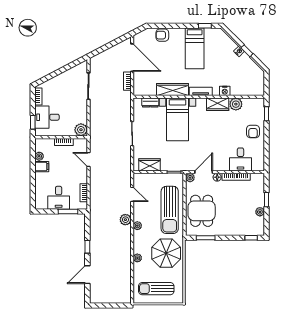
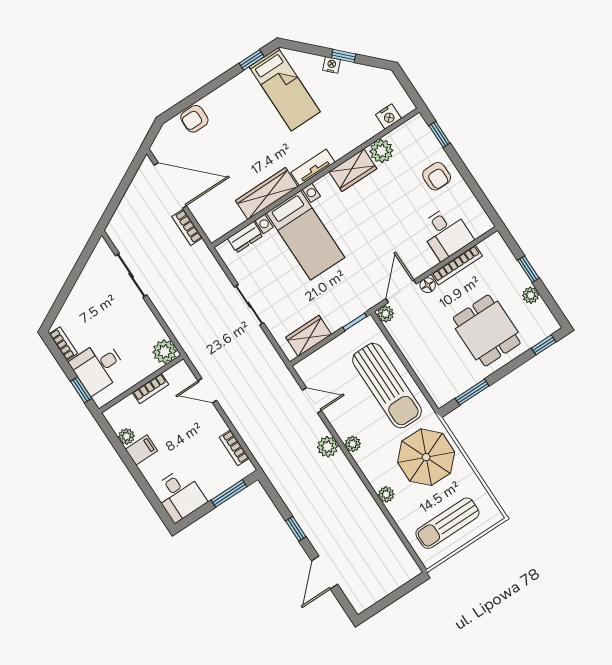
bed: (195, 48) -> (285, 89), moved
nightstand: (225, 91) -> (388, 116), moved
desk: (59, 198) -> (180, 495), moved
dining table: (202, 211) -> (487, 331), moved

